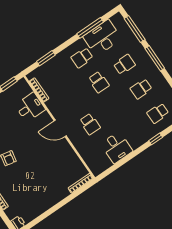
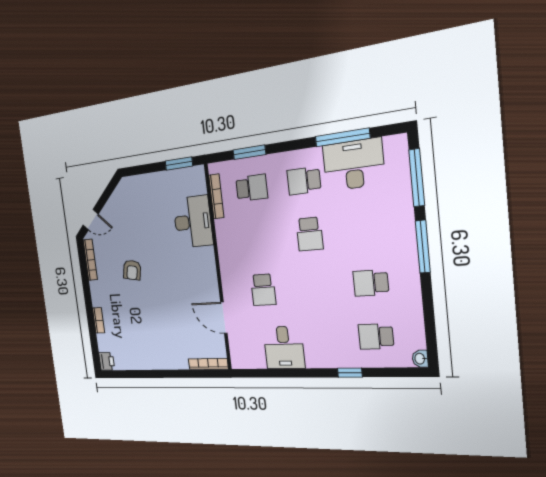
school desk: (124, 64) -> (252, 188), moved
desk: (30, 107) -> (193, 222), width x1.37
door: (60, 128) -> (224, 318), moved

